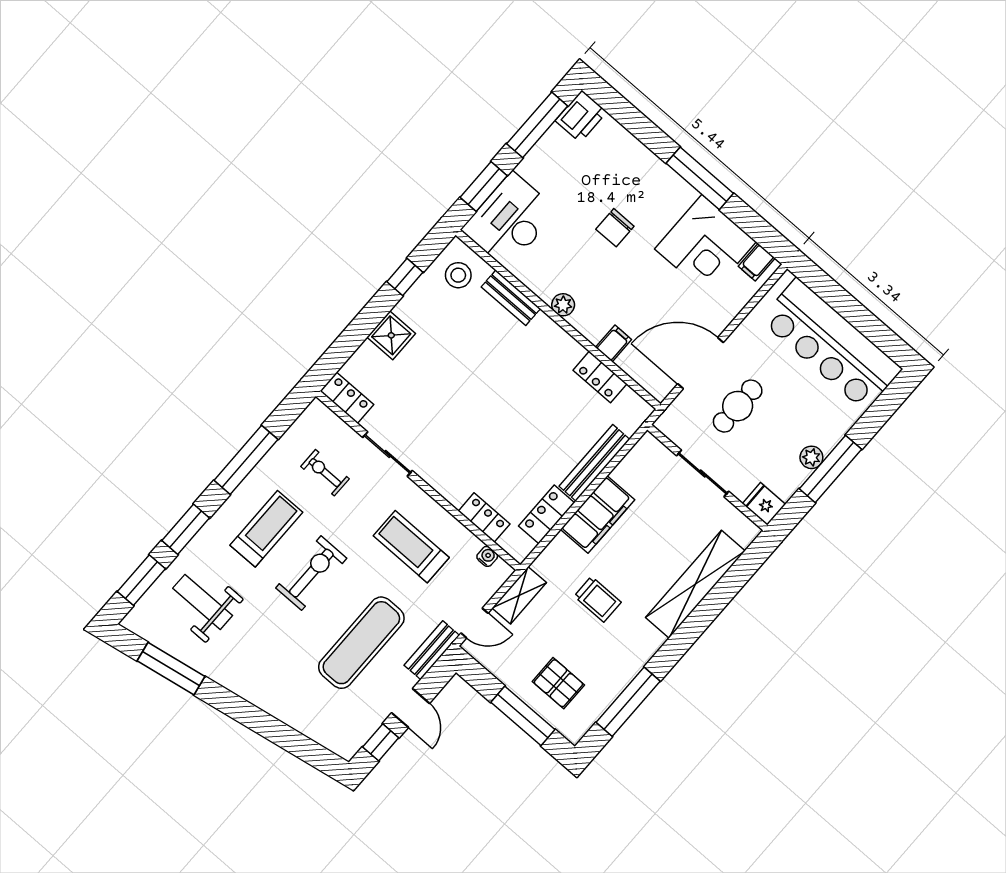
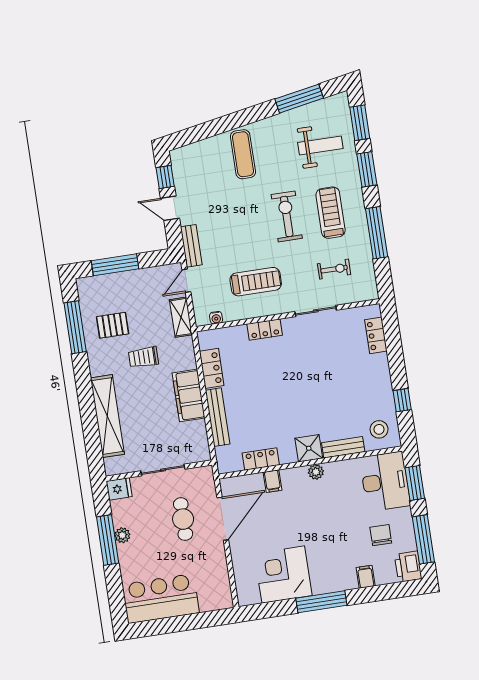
chair: (615, 228) -> (381, 535), moved
filing cabinet: (757, 262) -> (366, 577), moved
shower: (391, 335) -> (309, 448), moved
bar counter: (831, 345) -> (161, 599), width x0.73
locker: (347, 398) -> (376, 335), moved, turned 90
locker: (484, 518) -> (265, 330), moved
treadmill: (266, 529) -> (331, 213), turned 180
exercise bike: (311, 573) -> (287, 216), turned 180
exercise mat: (361, 643) -> (243, 154), moved, width x0.73, depth x0.69
pallet: (558, 683) -> (113, 325), moved

